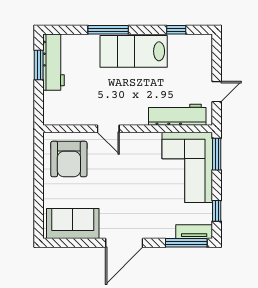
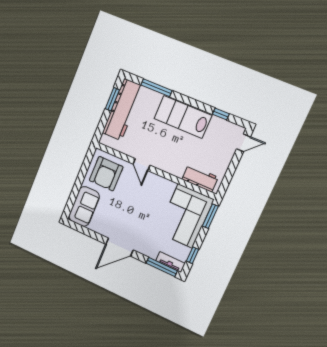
window: (108, 30) -> (156, 88), moved
workbench: (53, 62) -> (123, 110), width x1.36, depth x1.32
door: (217, 92) -> (243, 143), moved
workbench: (177, 115) -> (200, 178), width x0.73
sofa: (73, 223) -> (84, 206), moved, turned 90

